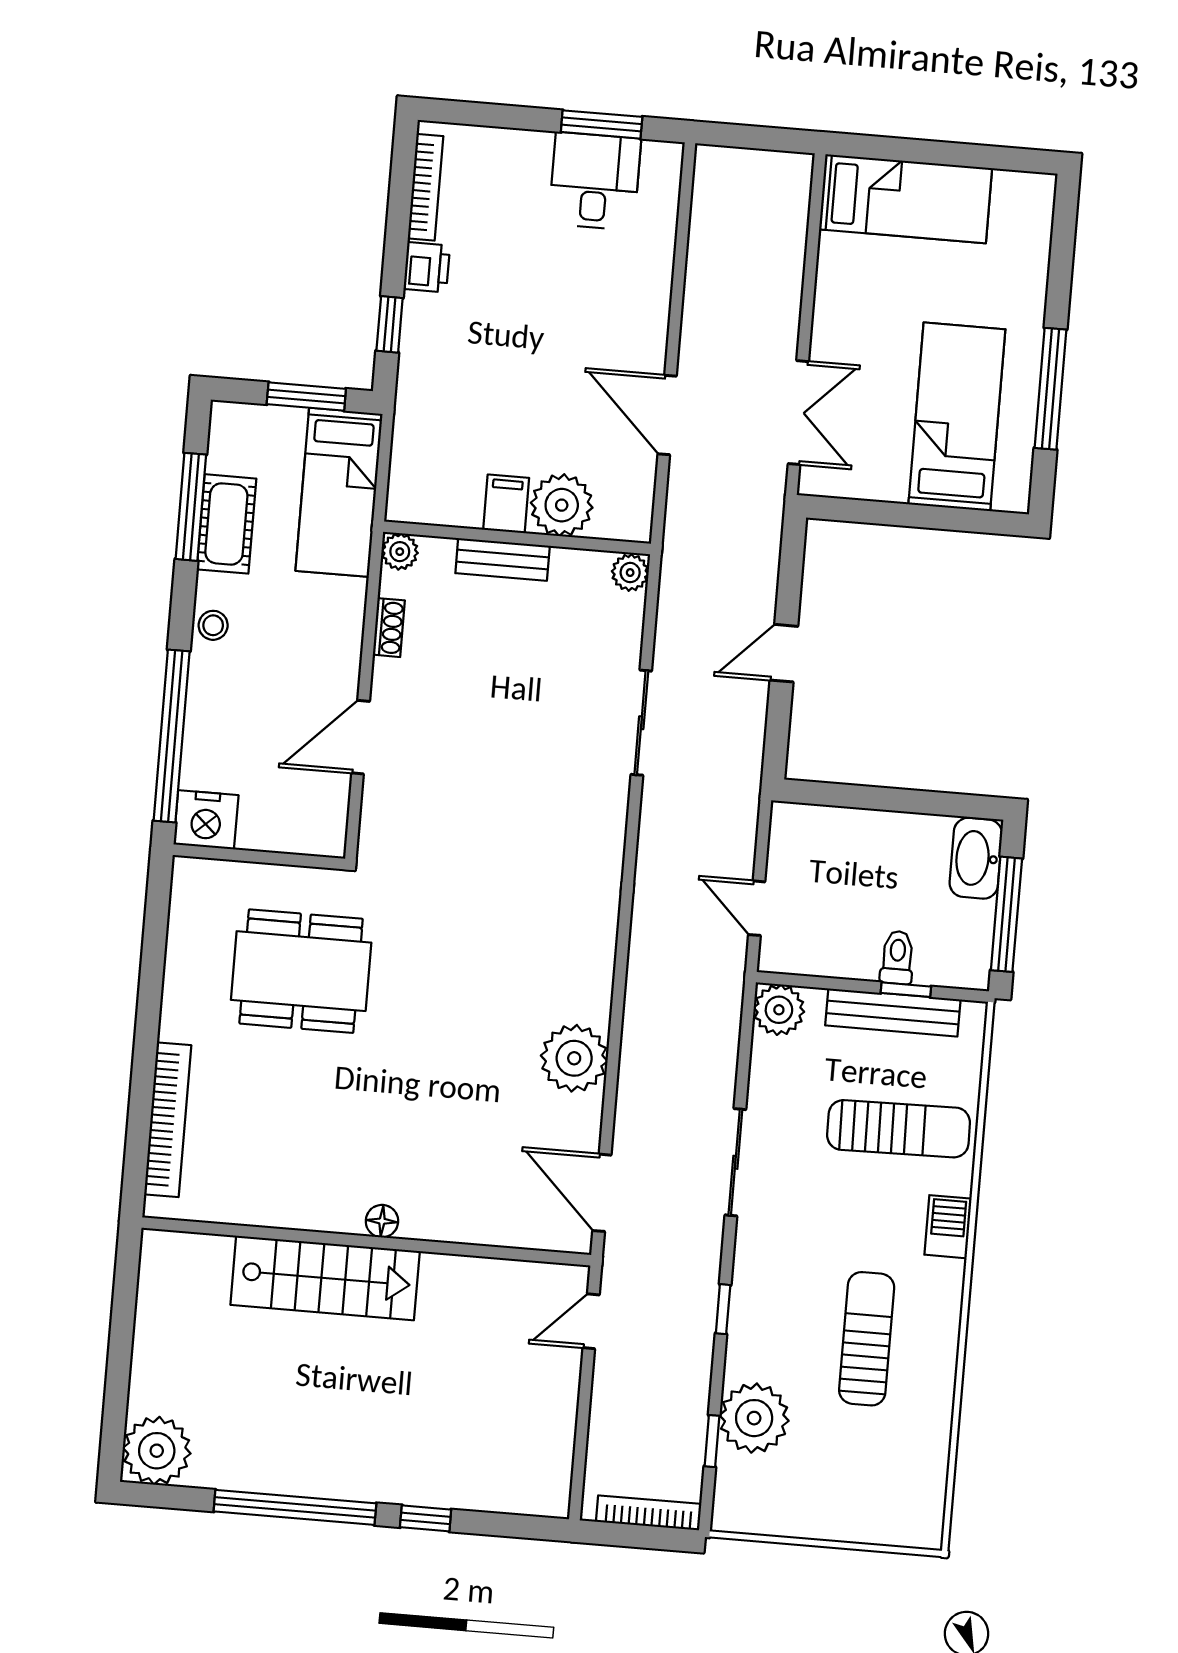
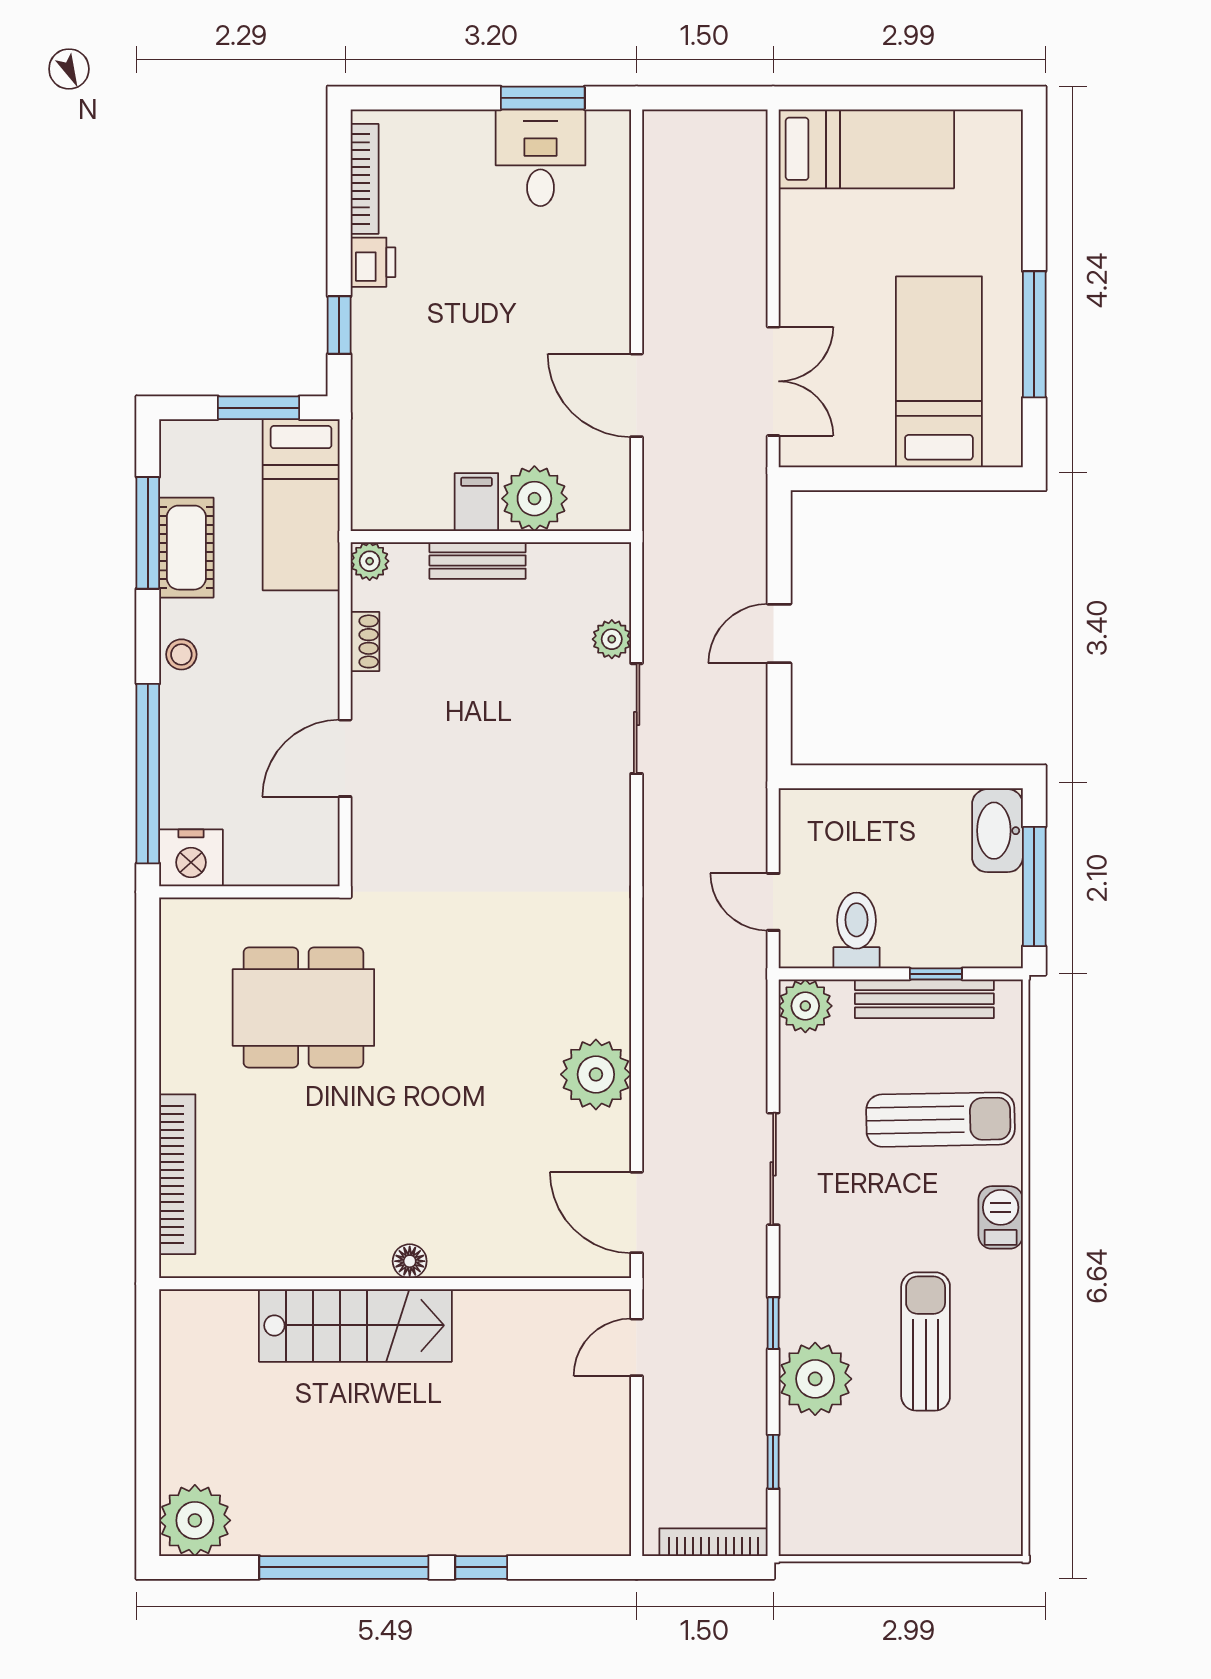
plant: (630, 573) -> (612, 639), moved
toilet: (897, 957) -> (856, 930), moved, width x1.37, depth x1.39
plant: (754, 1418) -> (815, 1379), moved

